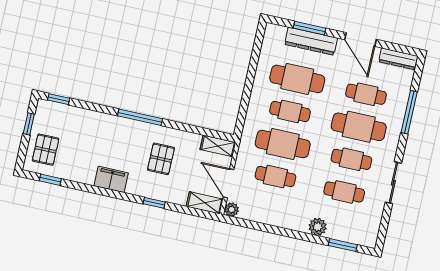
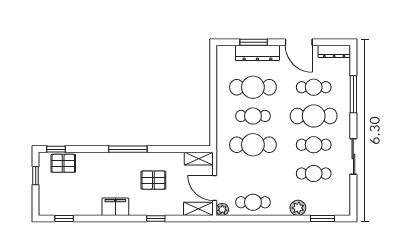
pallet: (46, 150) -> (63, 163), moved, turned 90
pallet: (161, 159) -> (153, 180), turned 90
cafe table: (275, 177) -> (253, 202), moved

